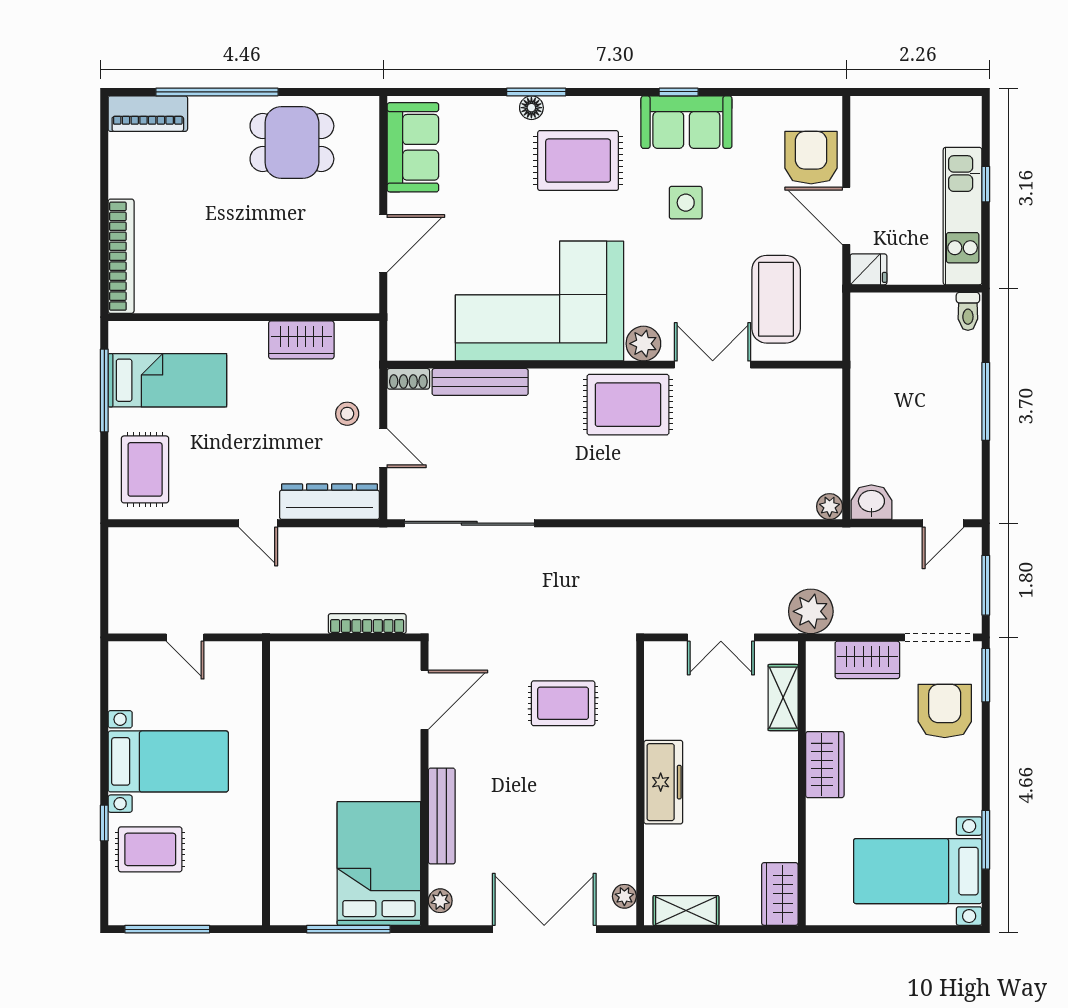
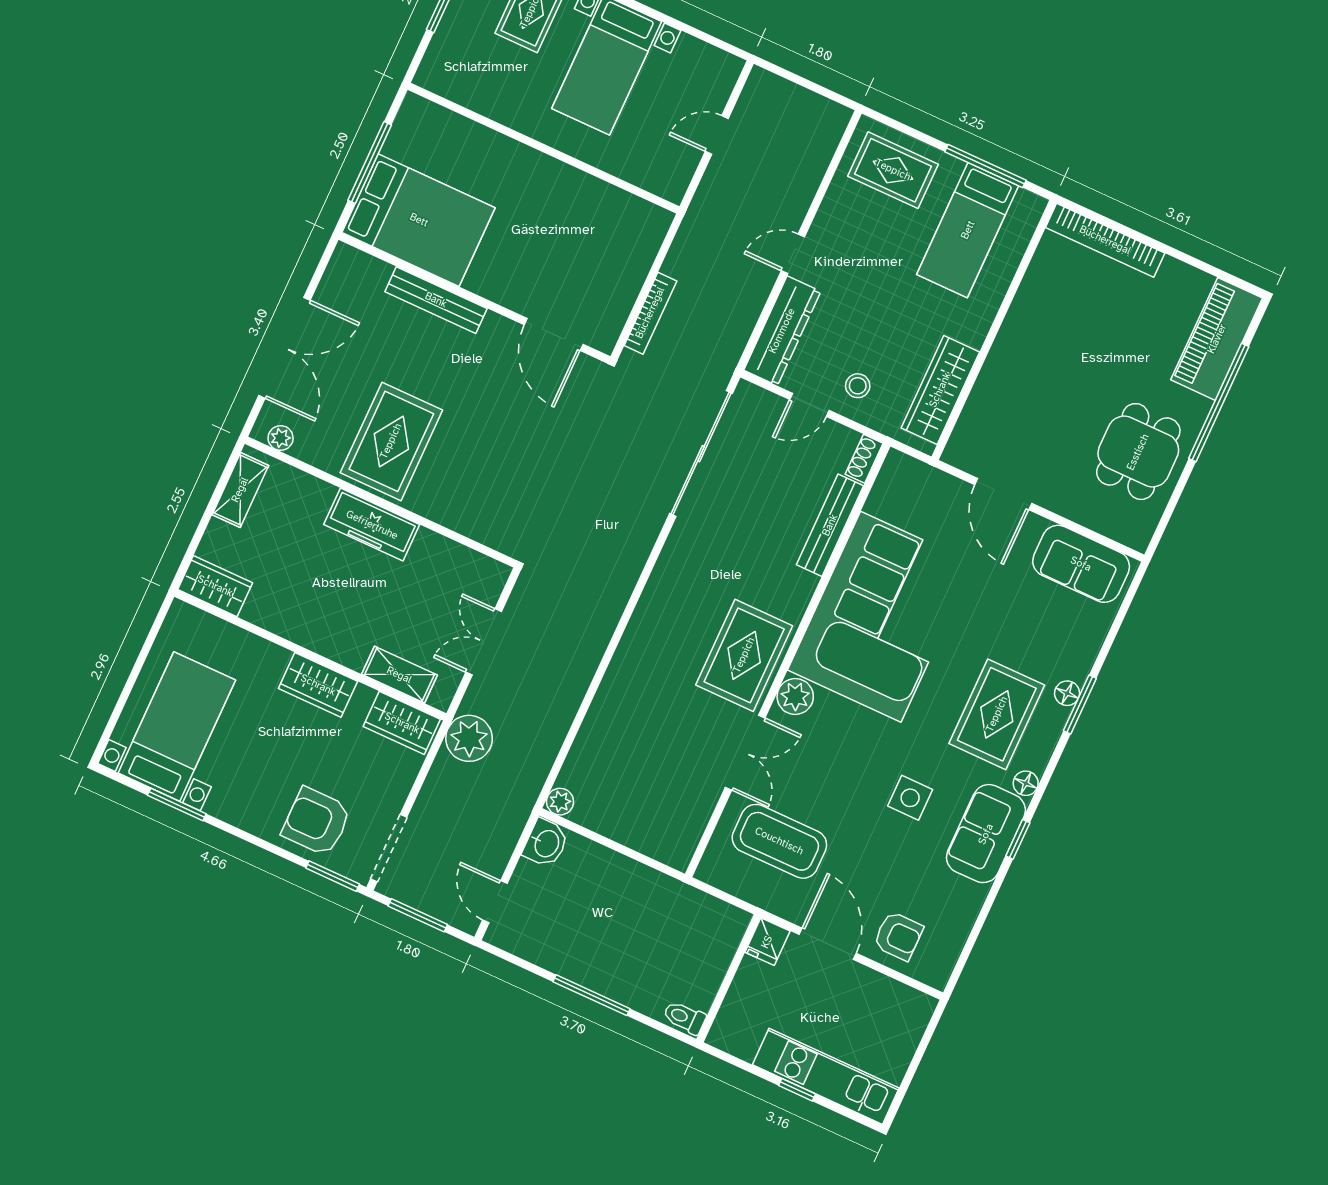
floor lamp: (627, 108) -> (1026, 783), added
piano: (148, 114) -> (1217, 339), width x1.37, depth x1.33
armchair: (811, 158) -> (898, 936), width x0.72, depth x0.72
door: (846, 216) -> (828, 944), hinge flipped
kitchen unit: (963, 216) -> (826, 1076), moved
wardrobe: (301, 340) -> (940, 390), width x1.50
wardrobe: (867, 660) -> (402, 723), moved, turned -90
rug: (563, 703) -> (391, 441), moved, width x1.36, depth x1.43
armchair: (945, 711) -> (317, 822), turned 180
plant: (440, 901) -> (357, 262), removed

